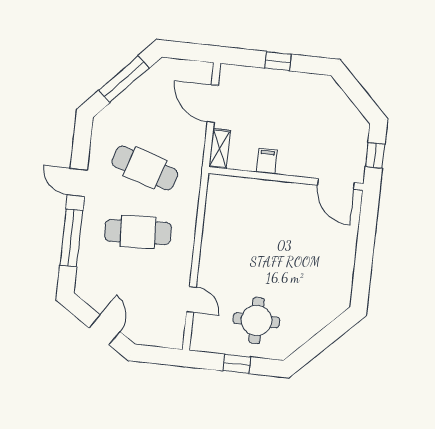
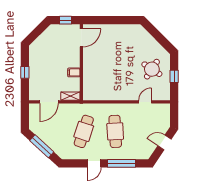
round table: (256, 320) -> (152, 69), turned 33

